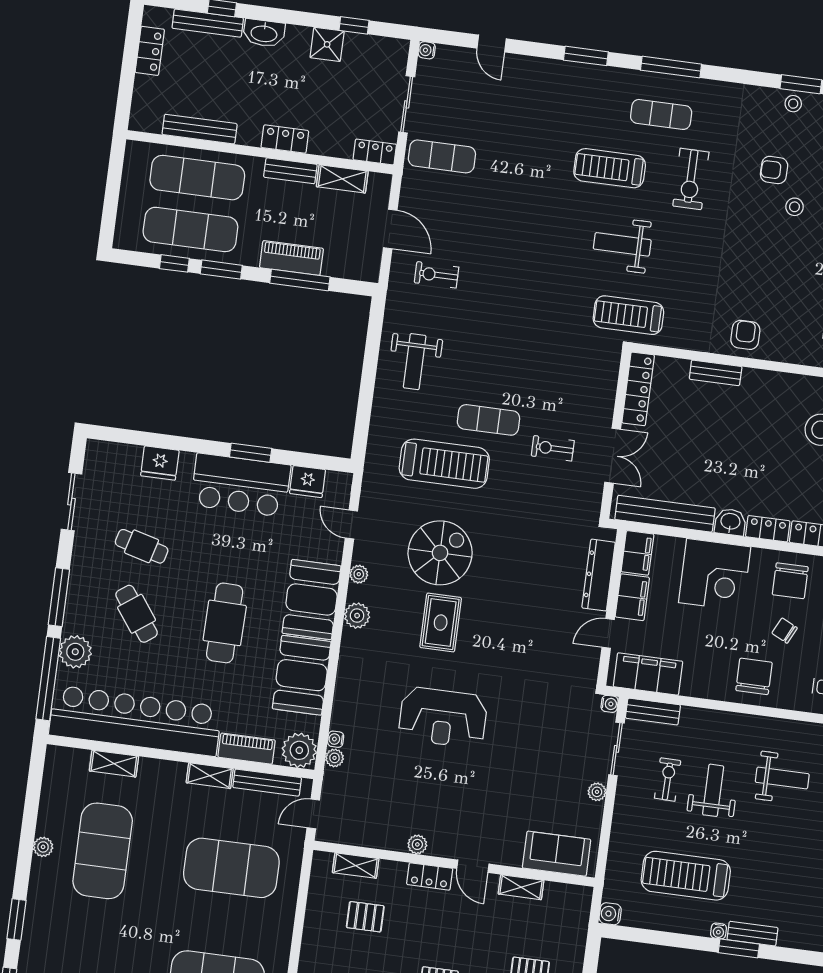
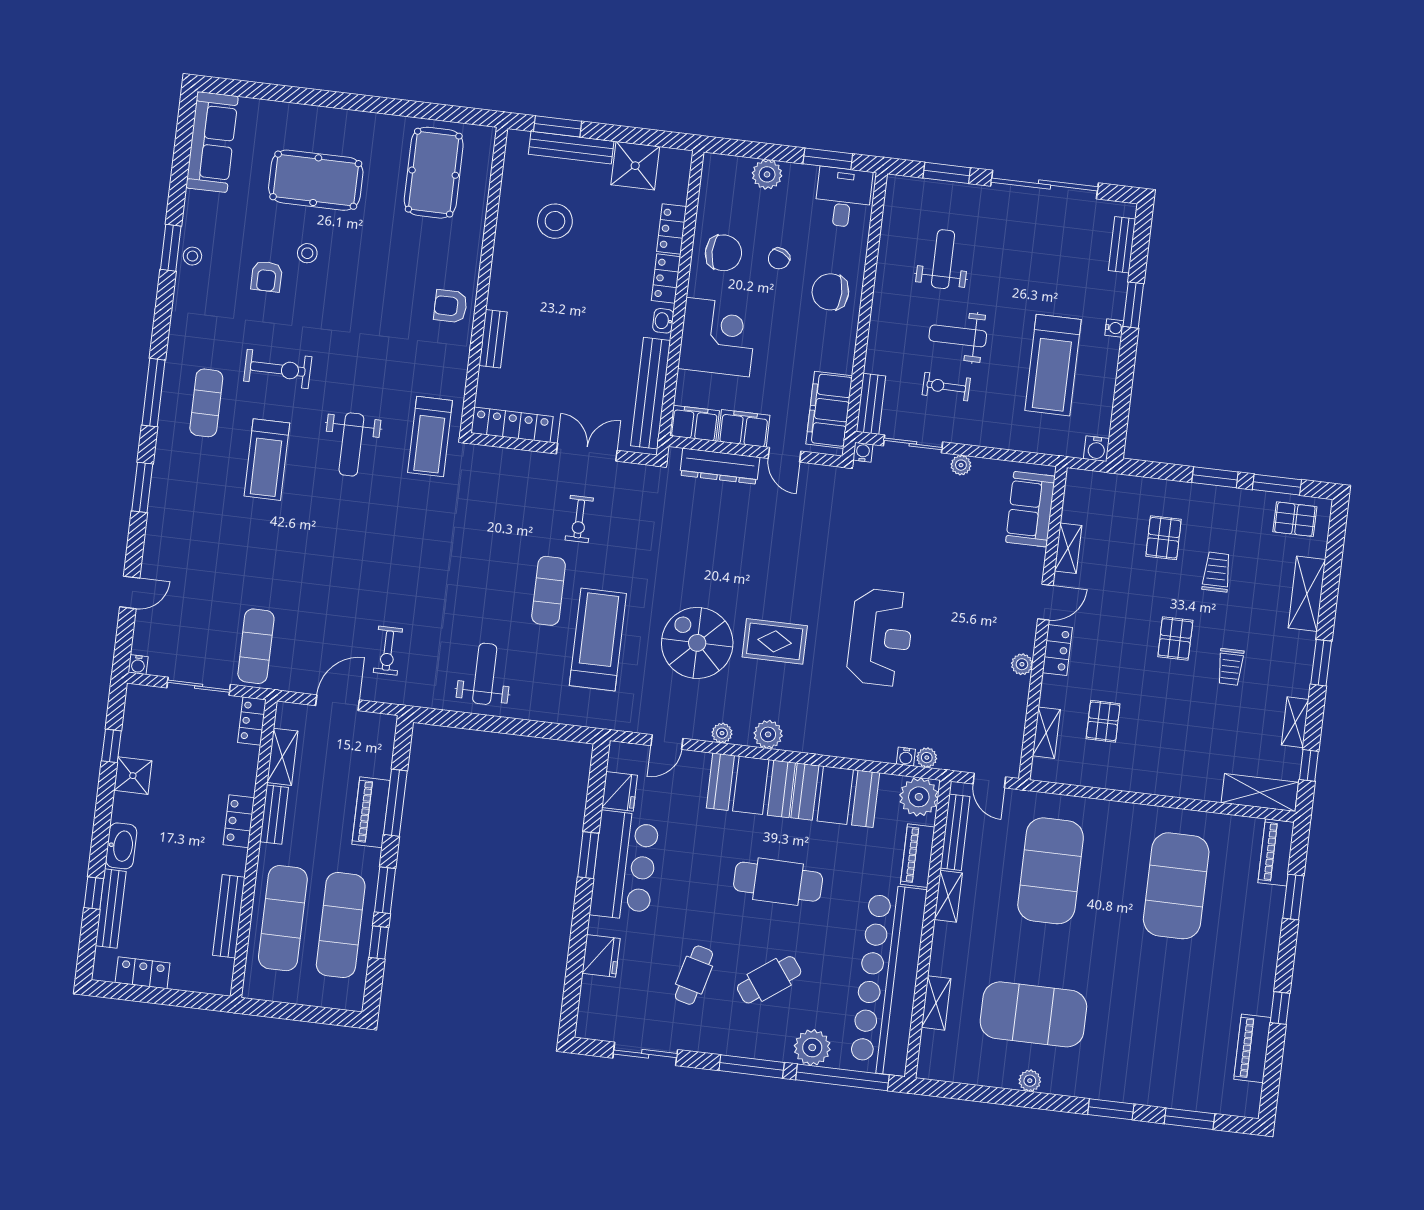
weight bench: (415, 362) -> (485, 674), turned -90
washbasin: (730, 522) -> (663, 321), width x0.72, depth x0.69
bench: (752, 934) -> (1122, 245), moved

